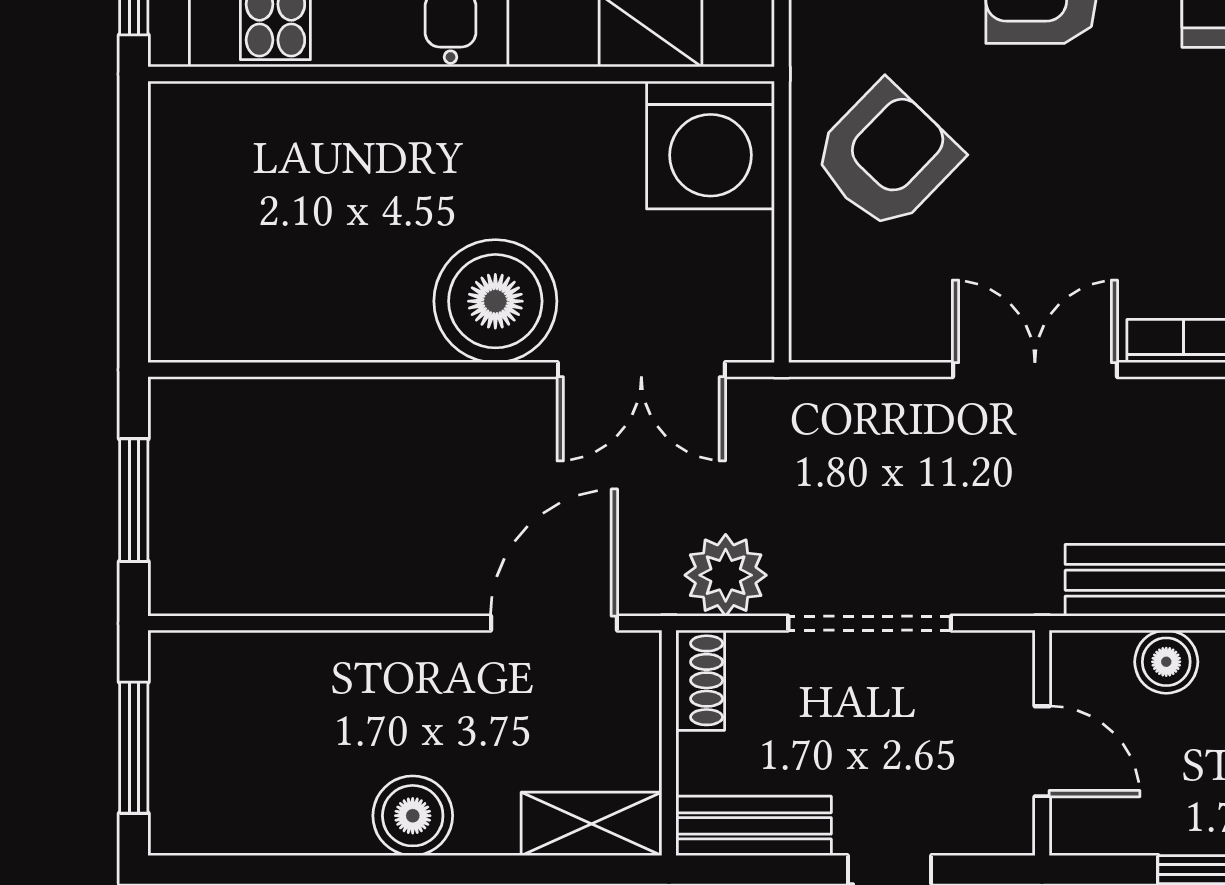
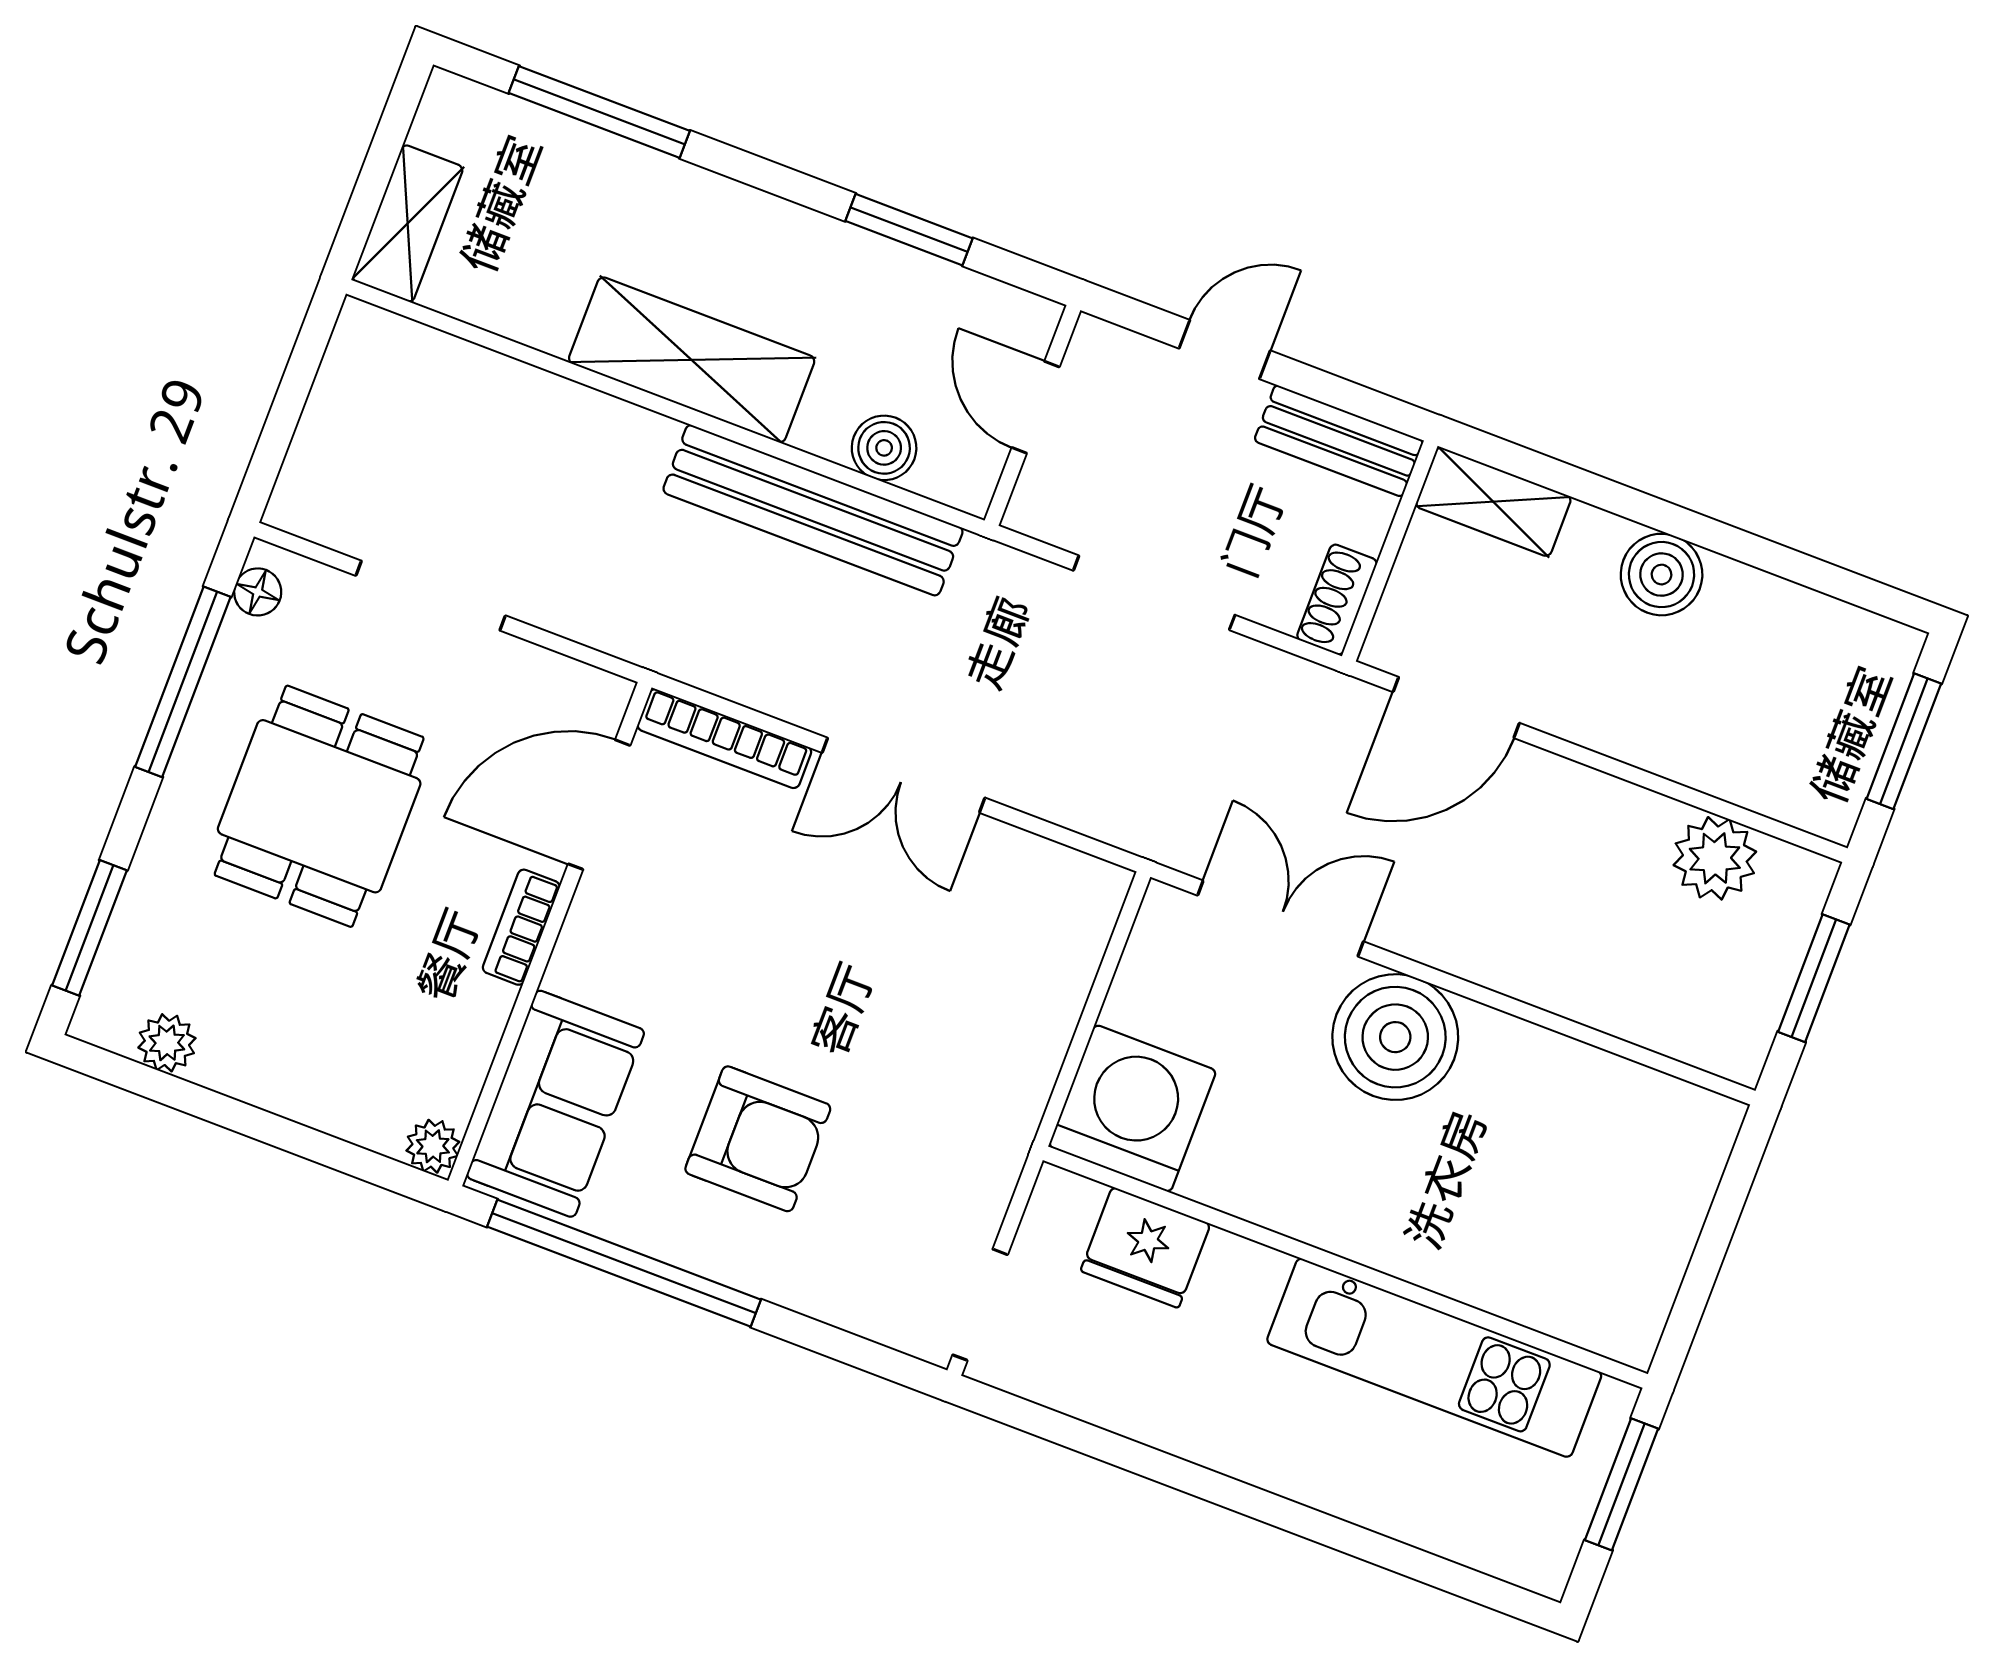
armchair: (886, 156) -> (968, 1034), removed
plant: (726, 575) -> (1715, 858), moved

